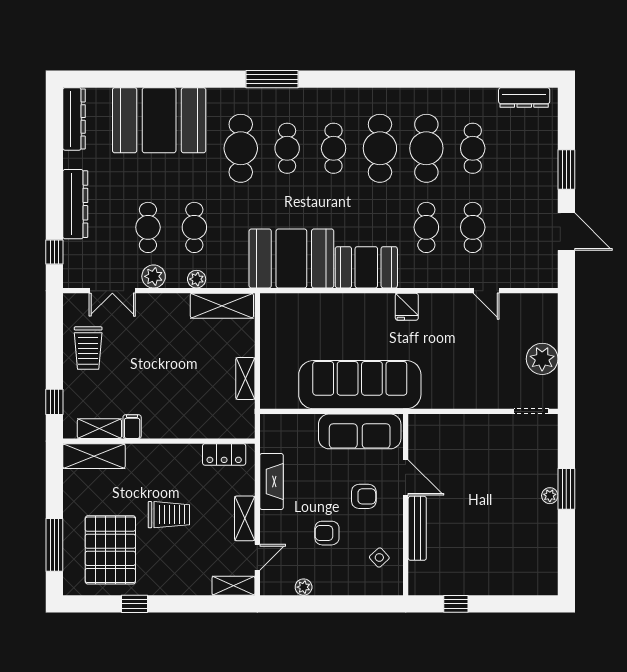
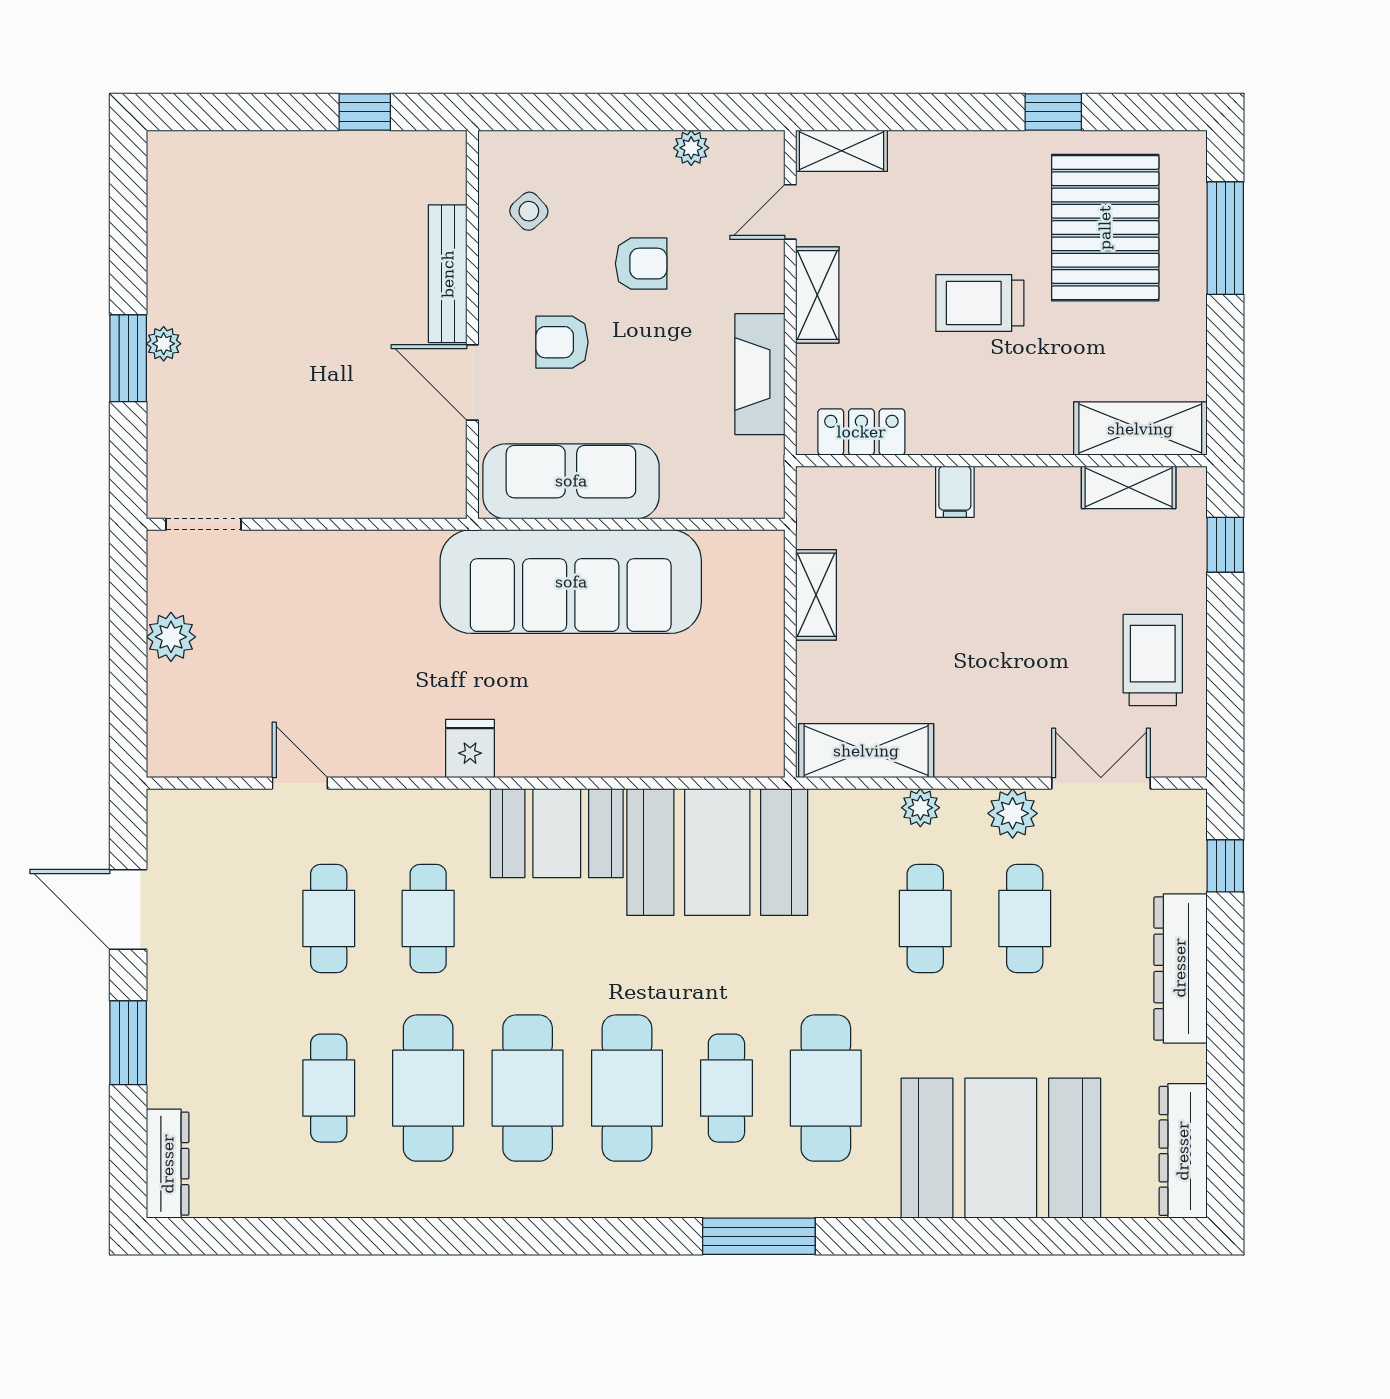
dresser: (524, 98) -> (168, 1164), moved, turned 90
cafe table: (334, 148) -> (627, 1088), width x1.37, depth x1.35
plant: (542, 359) -> (171, 637), width x0.73, depth x0.73
filing cabinet: (132, 427) -> (955, 492), moved

